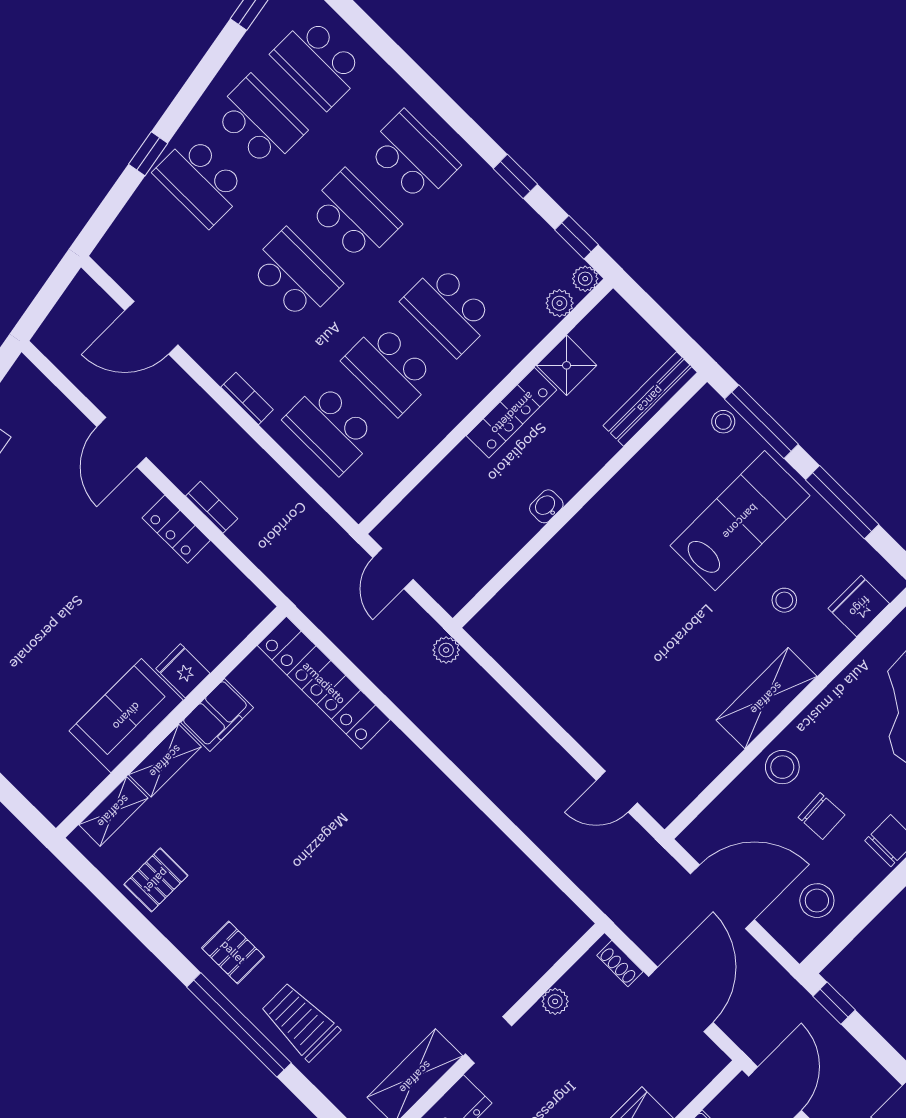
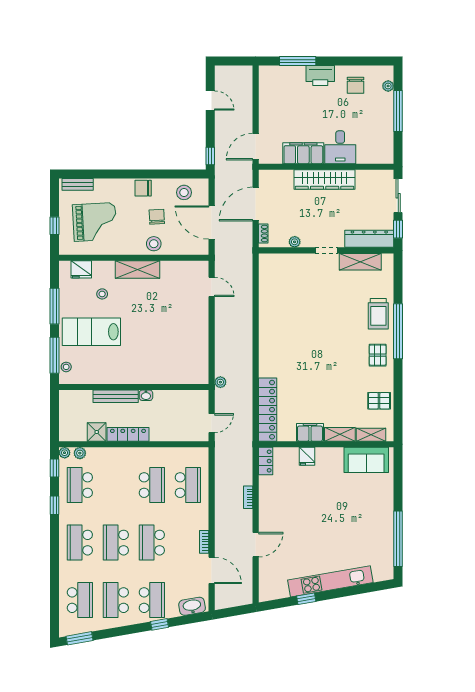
washbasin: (124, 237) -> (192, 606), added
school desk: (448, 310) -> (80, 485), moved, turned 180
bookcase: (247, 398) -> (204, 542), moved
bench: (650, 399) -> (116, 396), moved
locker: (176, 529) -> (266, 461), moved
sofa: (126, 716) -> (366, 460), moved

